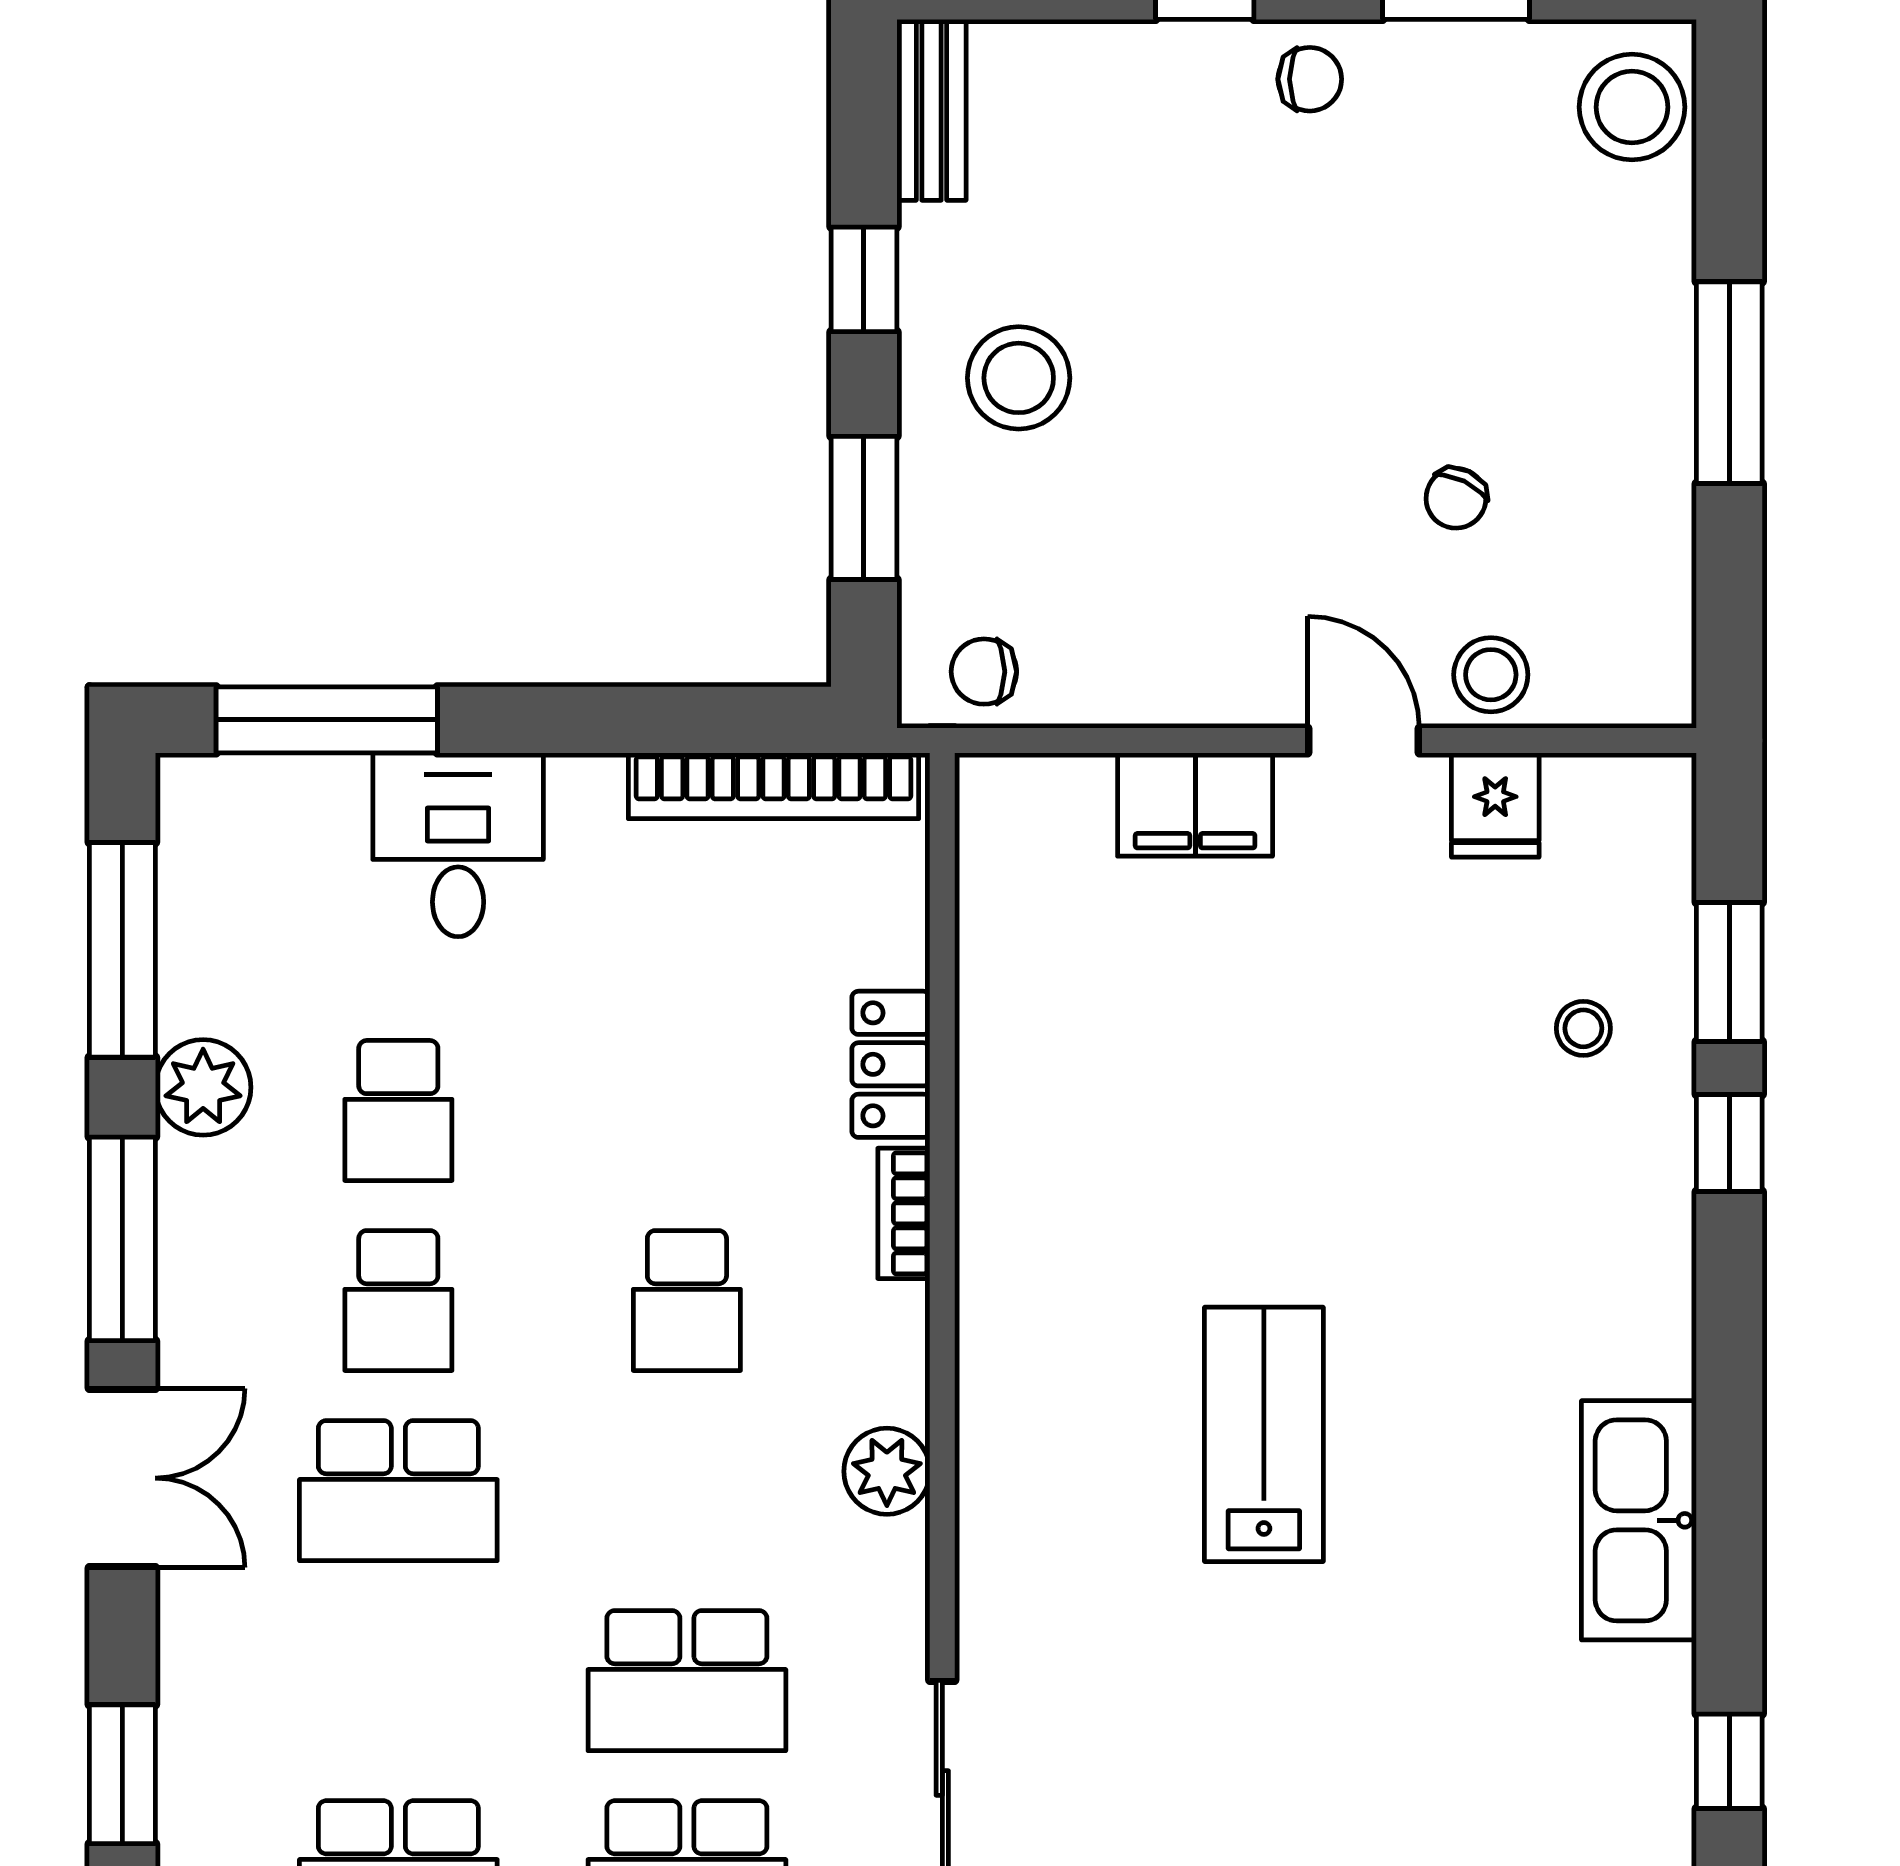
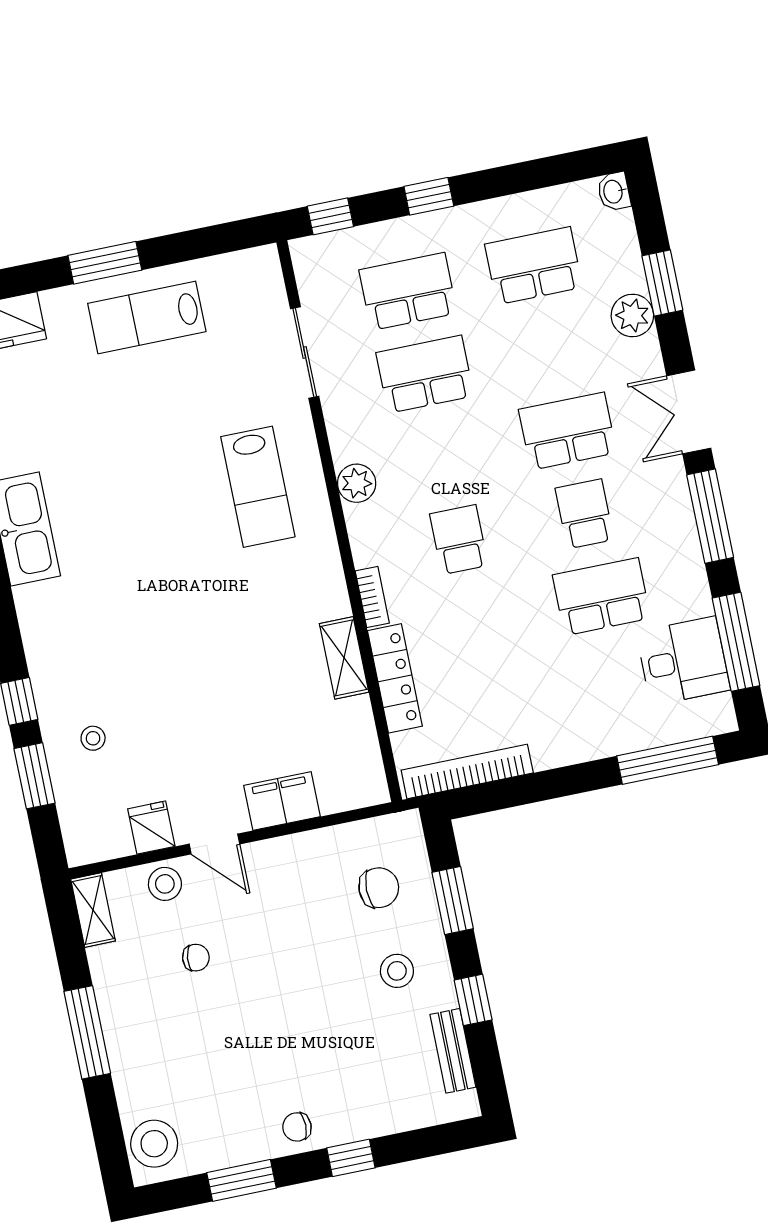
bench: (931, 110) -> (453, 1051), moved
stool: (1019, 378) -> (397, 971), width x0.73, depth x0.73
chair: (1456, 498) -> (196, 958), turned 70
shelving: (1661, 650) -> (93, 910), added
chair: (984, 672) -> (379, 888), moved, width x1.37, depth x1.37
desk: (458, 845) -> (683, 661), moved, turned -90
locker: (891, 1064) -> (395, 678), width x1.53
plant: (203, 1087) -> (632, 315), moved
shelving: (994, 1092) -> (344, 658), added
school desk: (398, 1111) -> (602, 597), width x1.85
lab bench: (1264, 1434) -> (258, 487), moved

